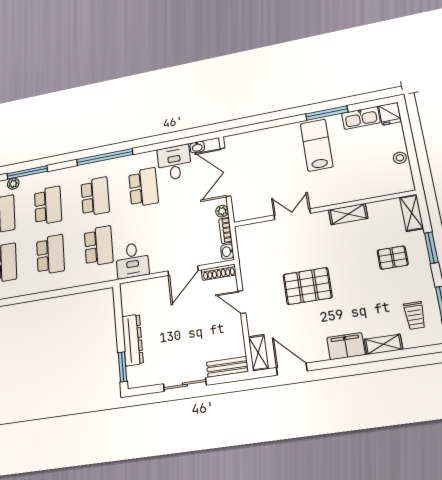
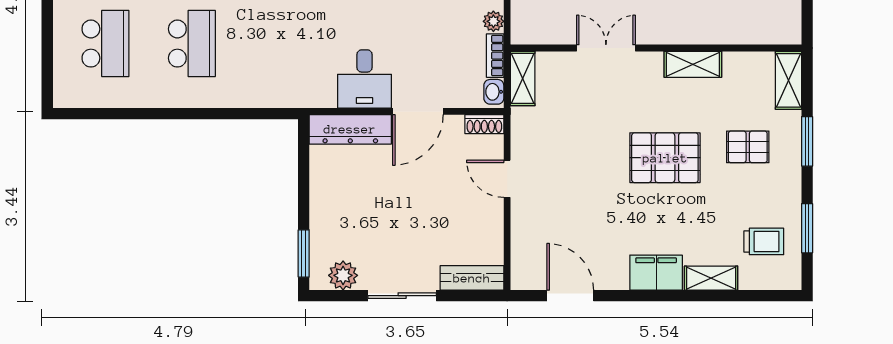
school desk: (99, 246) -> (278, 44), removed
desk: (132, 260) -> (365, 79), moved
shoe rack: (219, 272) -> (484, 124), width x0.70
pallet: (307, 286) -> (665, 158), moved
trolley: (415, 315) -> (764, 241), turned -90
dresser: (133, 340) -> (350, 129), moved, turned 90
shelving: (258, 353) -> (523, 78), moved
plant: (147, 377) -> (343, 275), added

